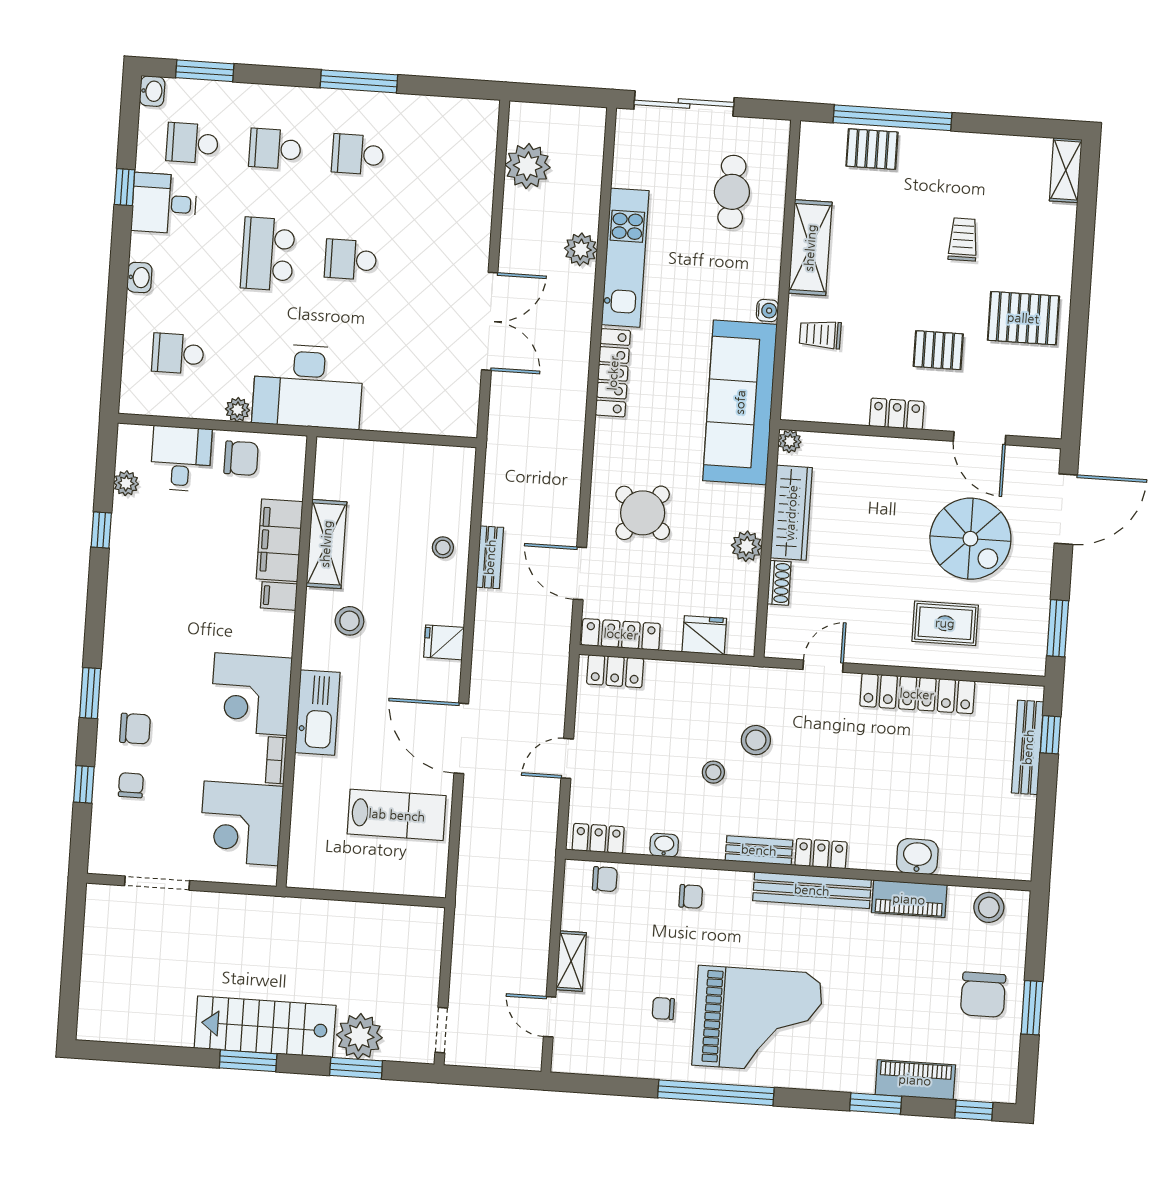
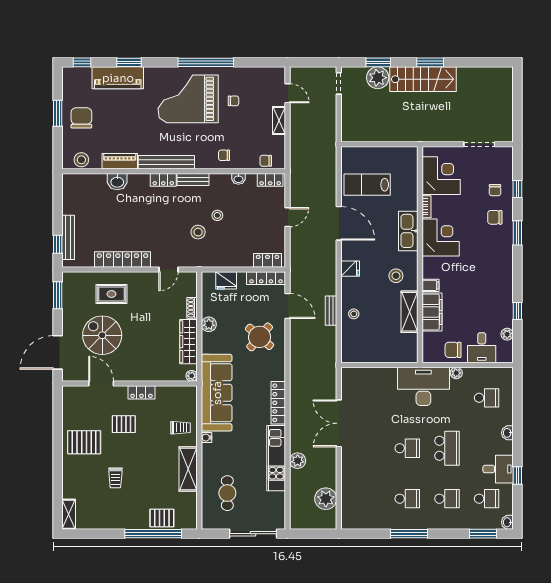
piano: (915, 1080) -> (118, 78), width x1.37, depth x1.33

